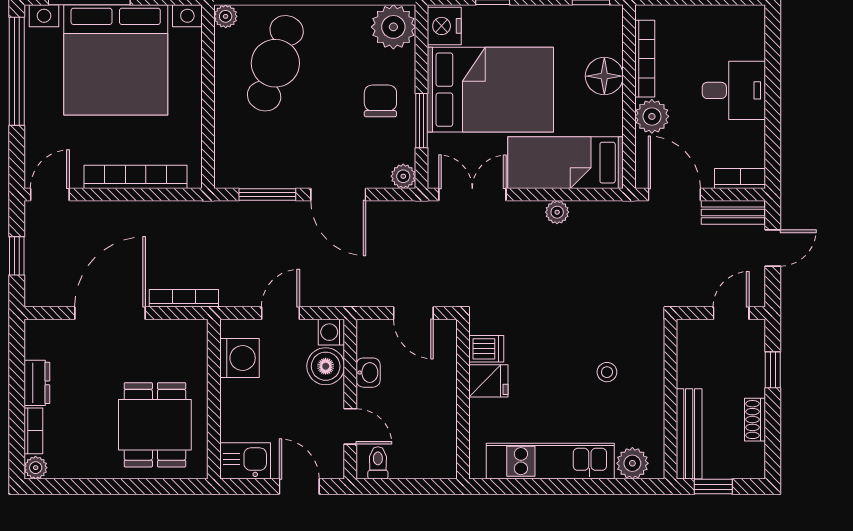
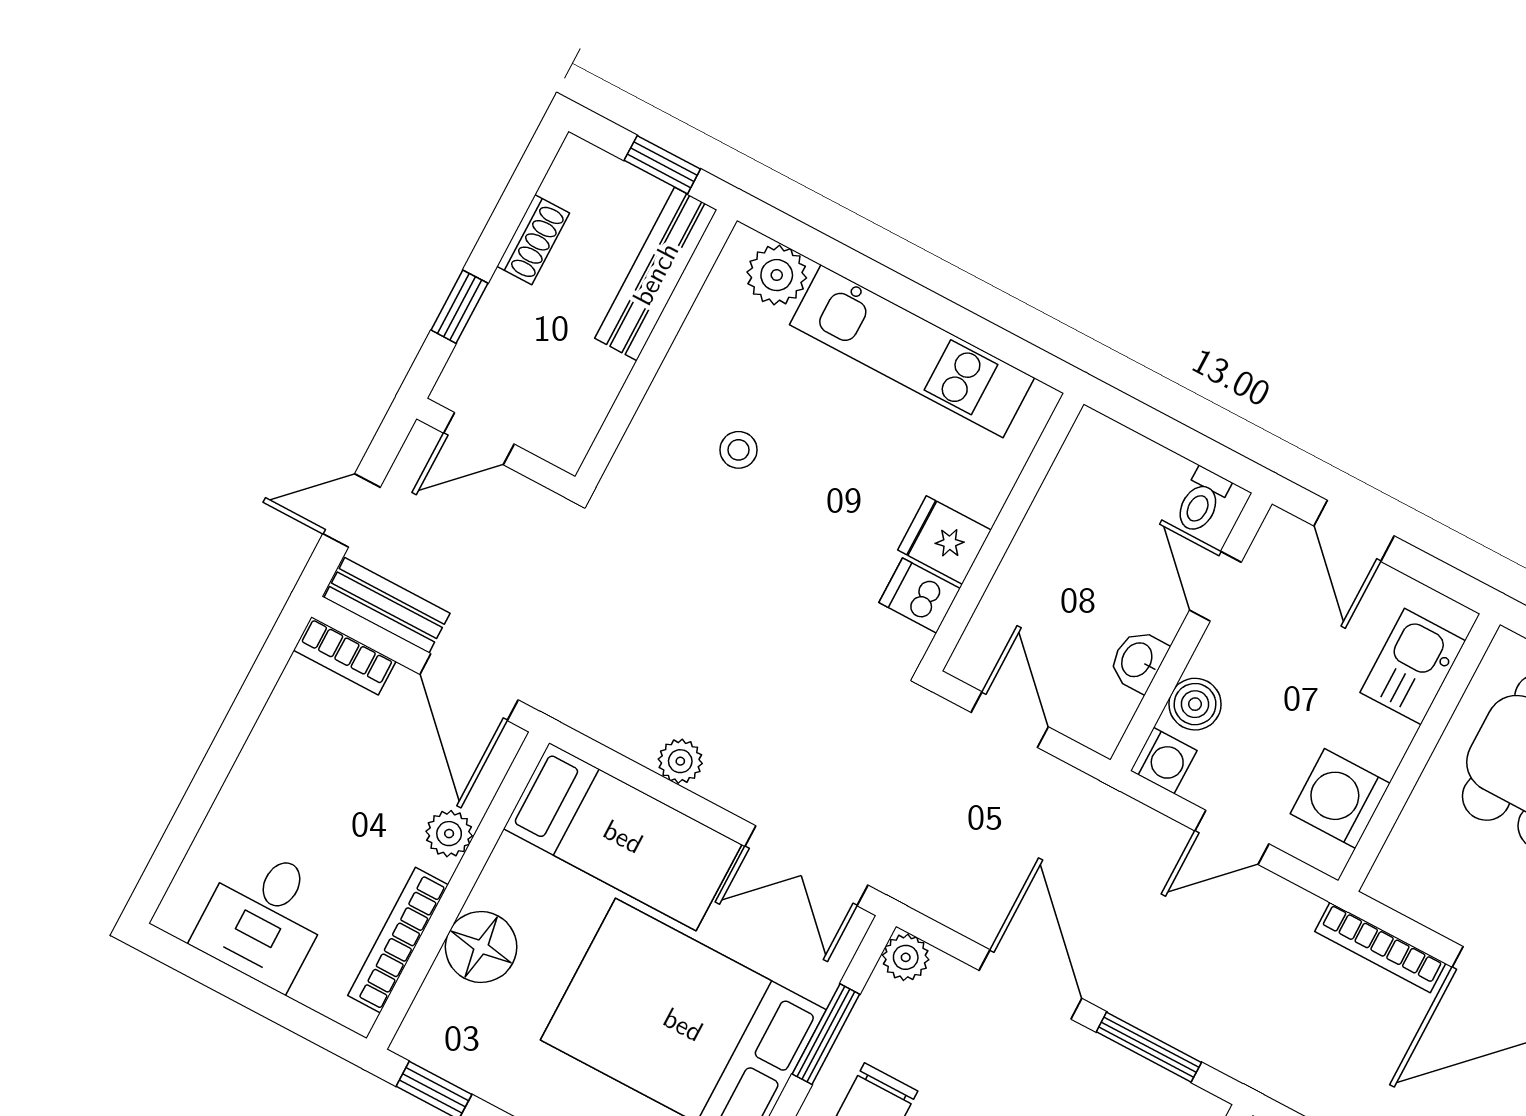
desk: (734, 90) -> (264, 917), moved, turned -90
plant: (652, 116) -> (449, 834), width x0.73, depth x0.73
boiler: (326, 366) -> (1195, 704), width x0.73, depth x0.73
kitchen sink: (245, 461) -> (1413, 667), moved, turned 90

